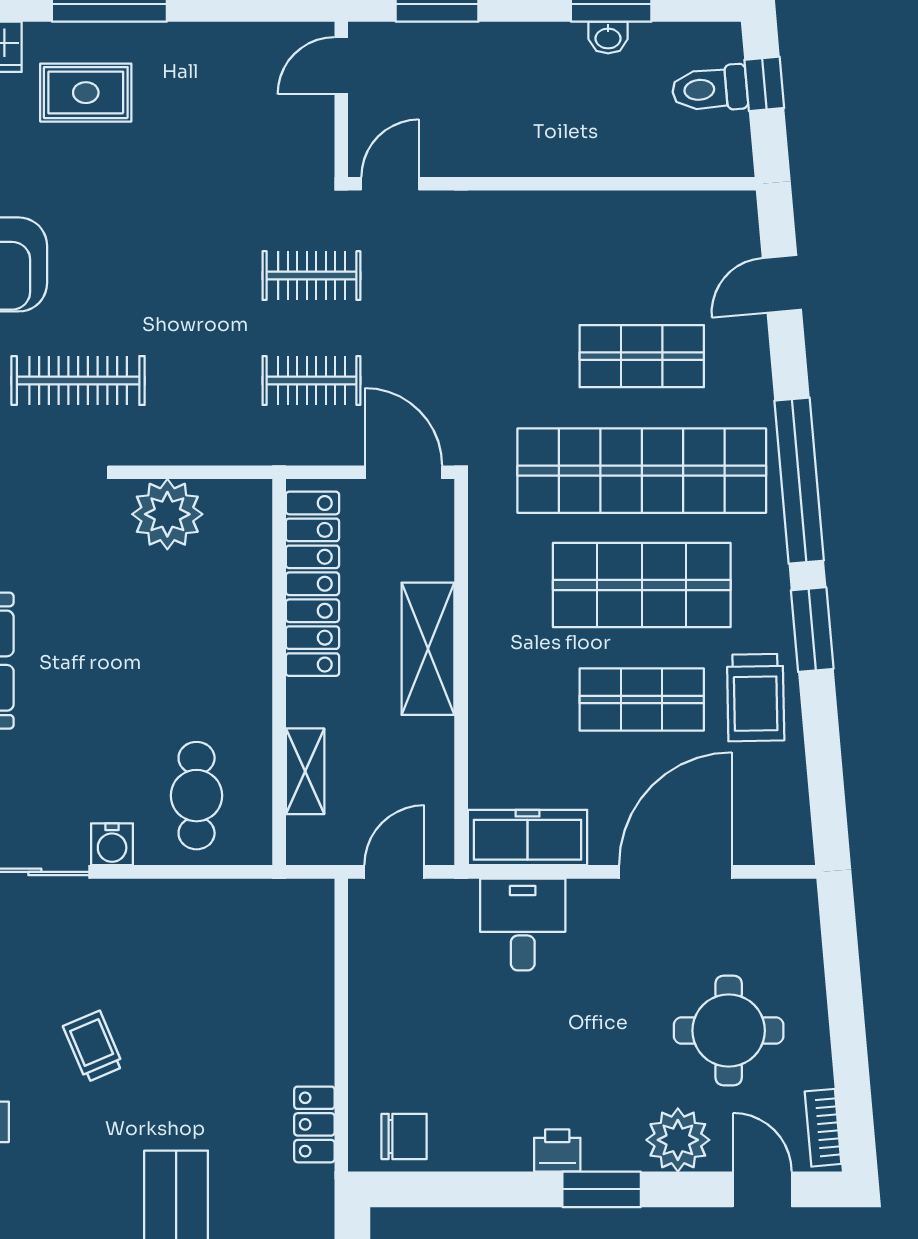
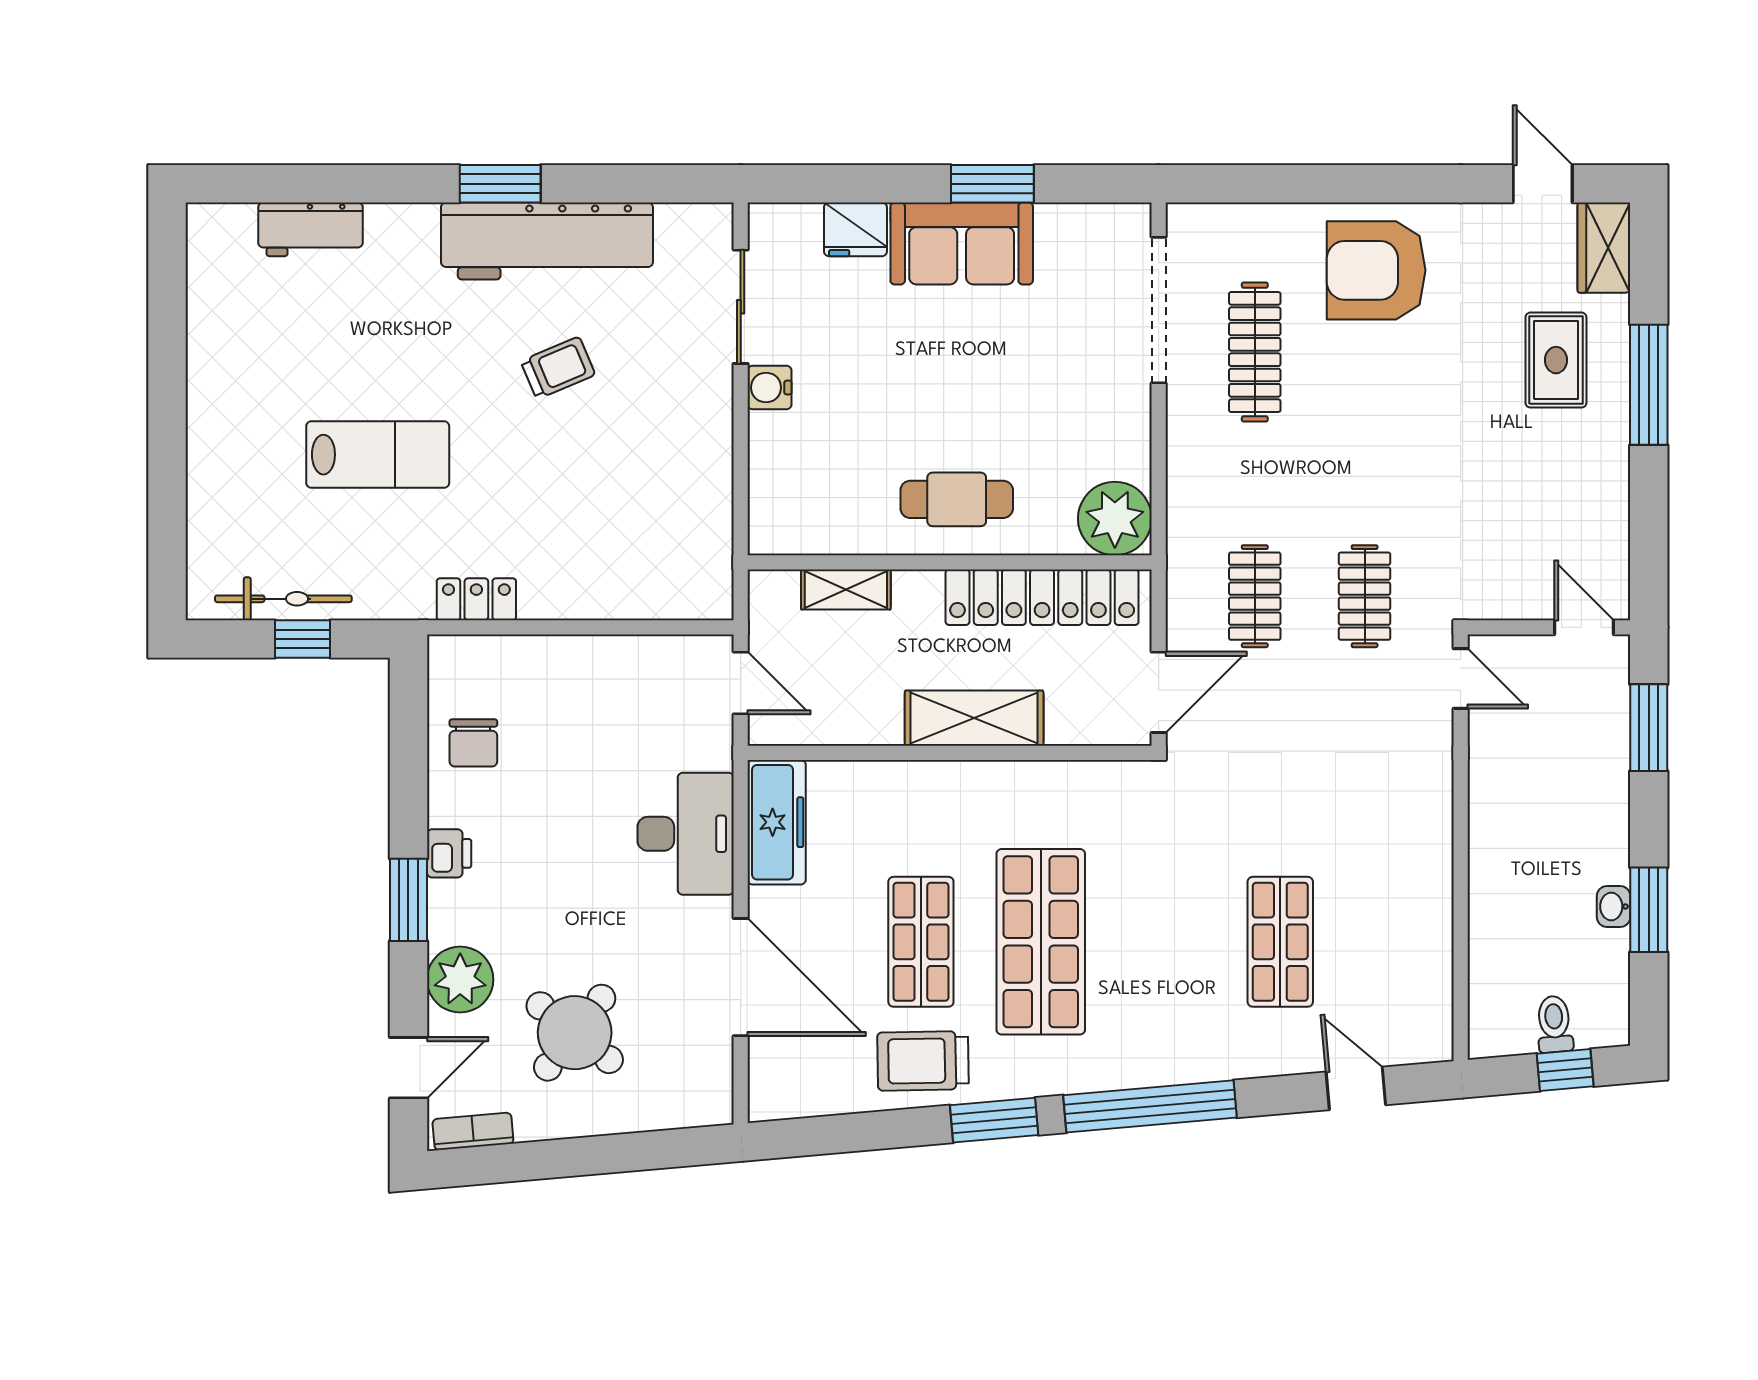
toilet: (710, 89) -> (1554, 1024), width x0.73, depth x0.72
shop shelf: (642, 471) -> (1160, 942), removed
plant: (167, 514) -> (1115, 519), moved
cafe table: (197, 796) -> (957, 499), moved
desk: (523, 924) -> (686, 834), width x1.37
round table: (729, 1031) -> (575, 1033), turned 38
chair: (404, 1136) -> (473, 743), moved

